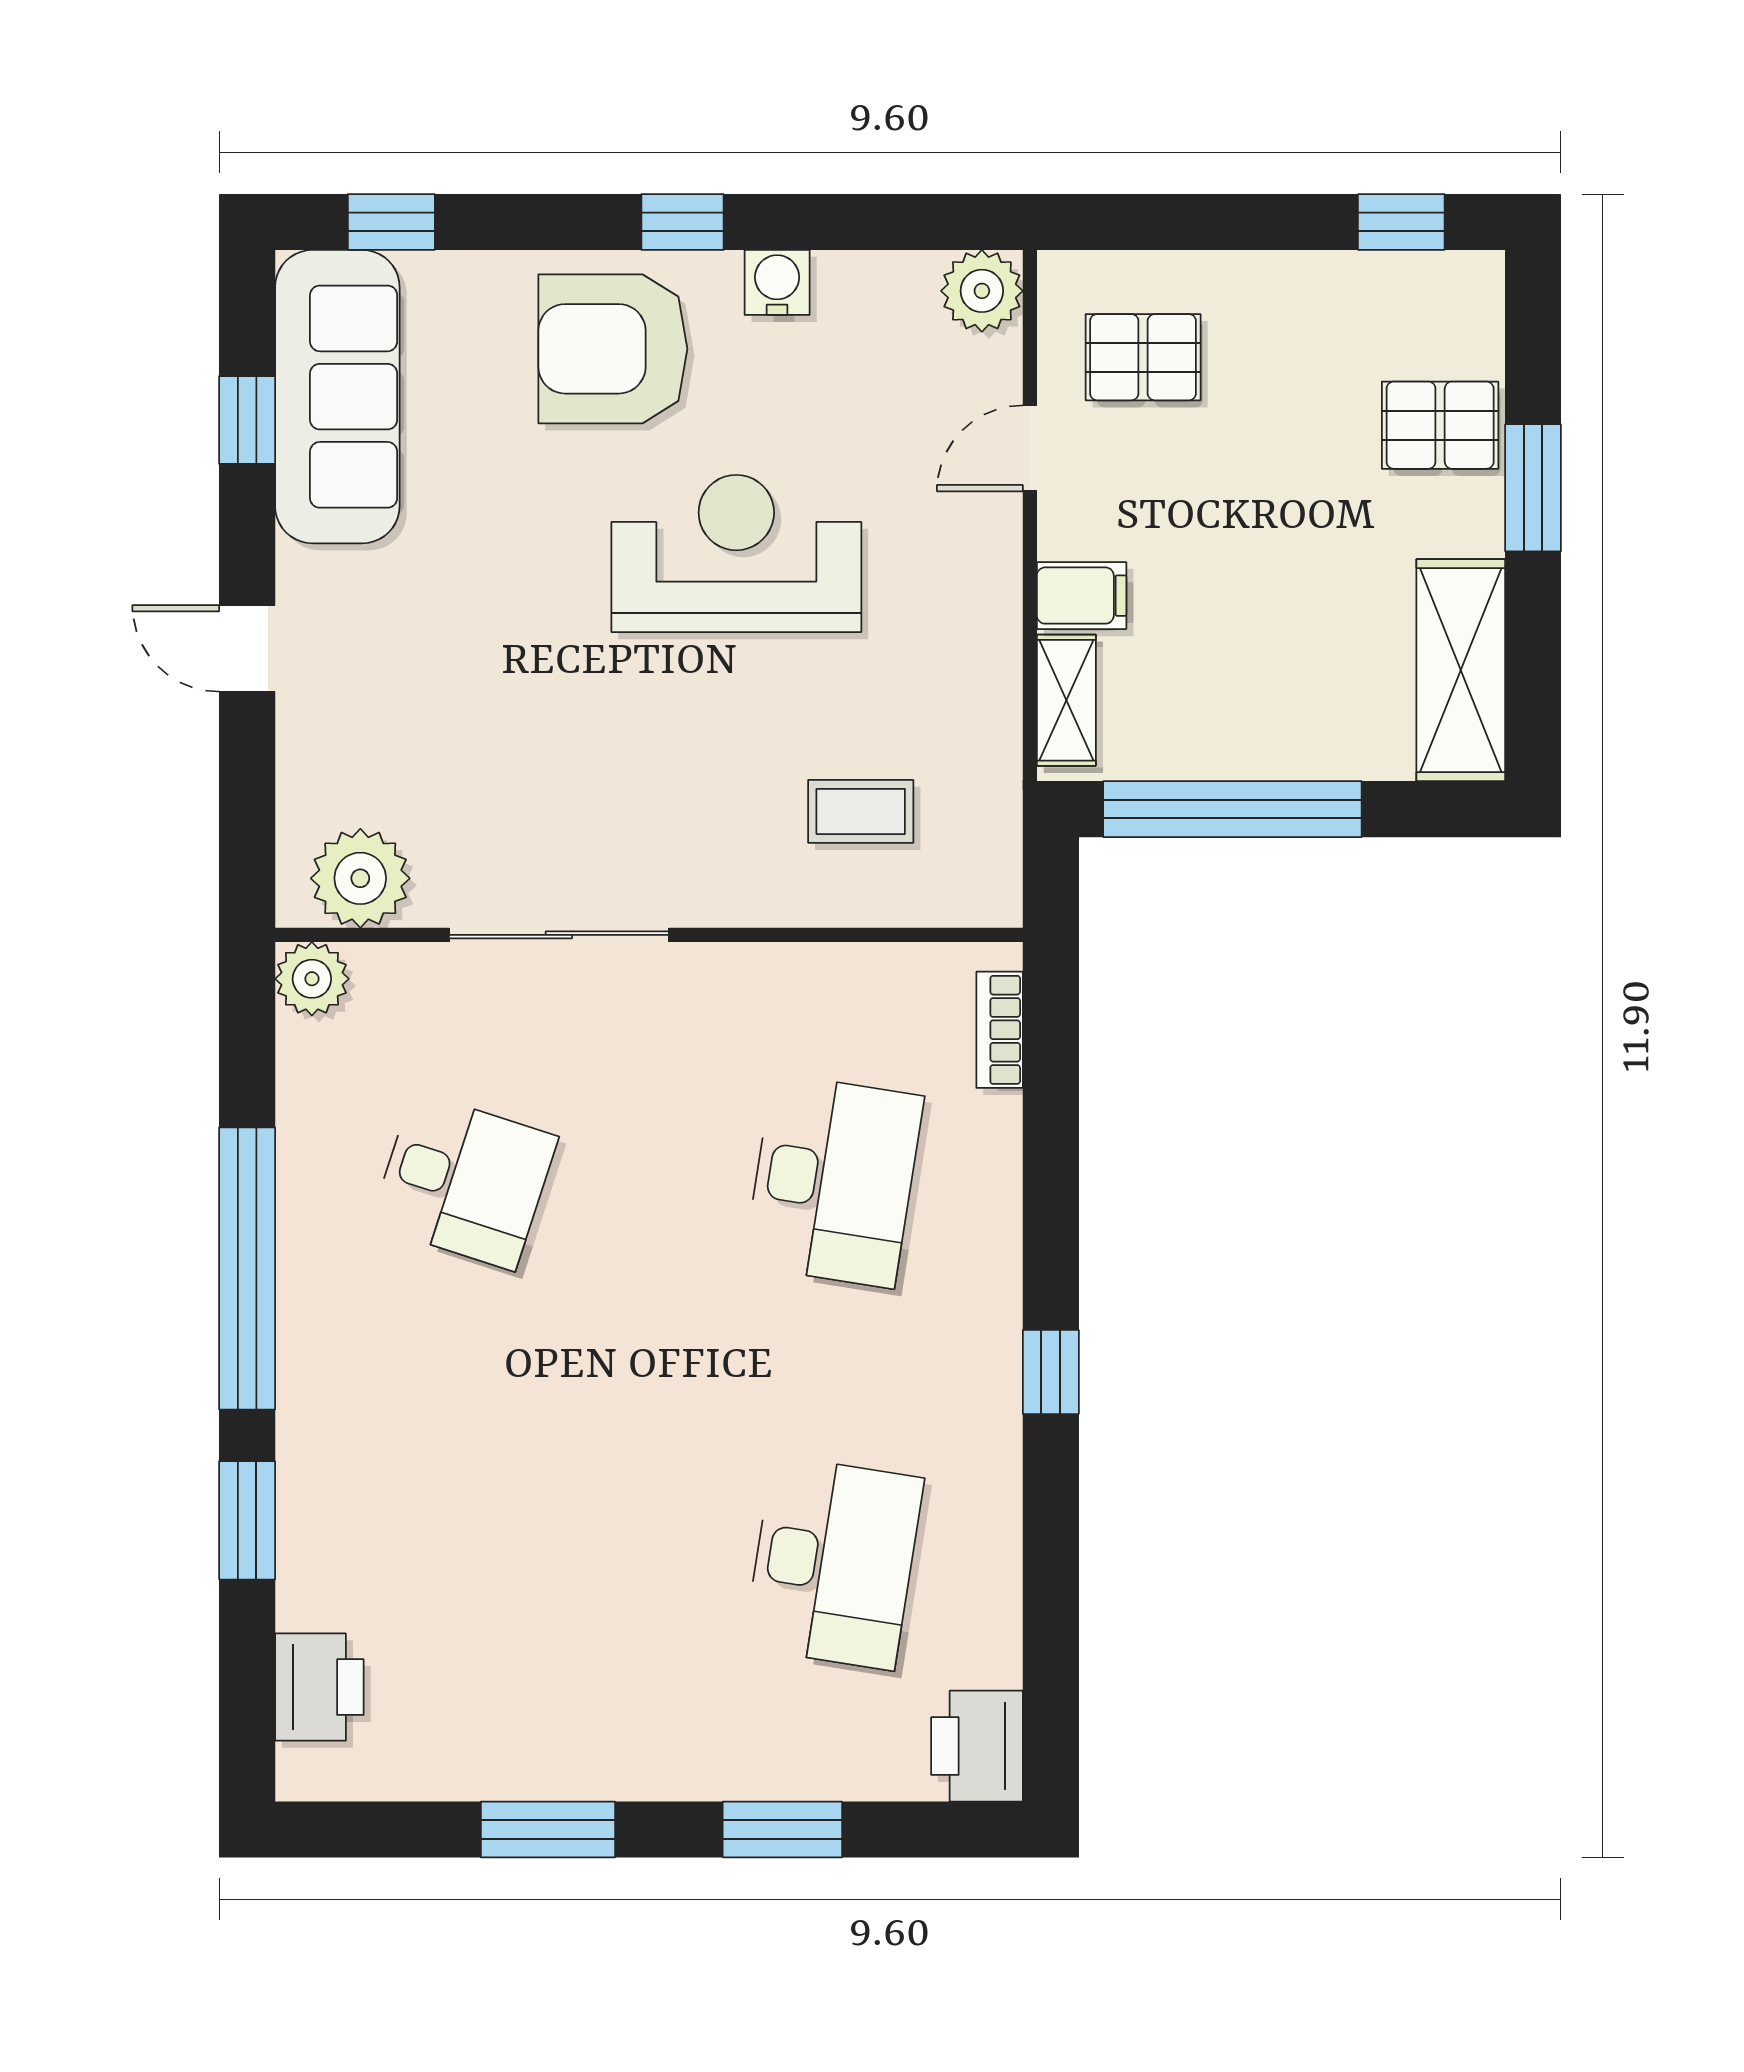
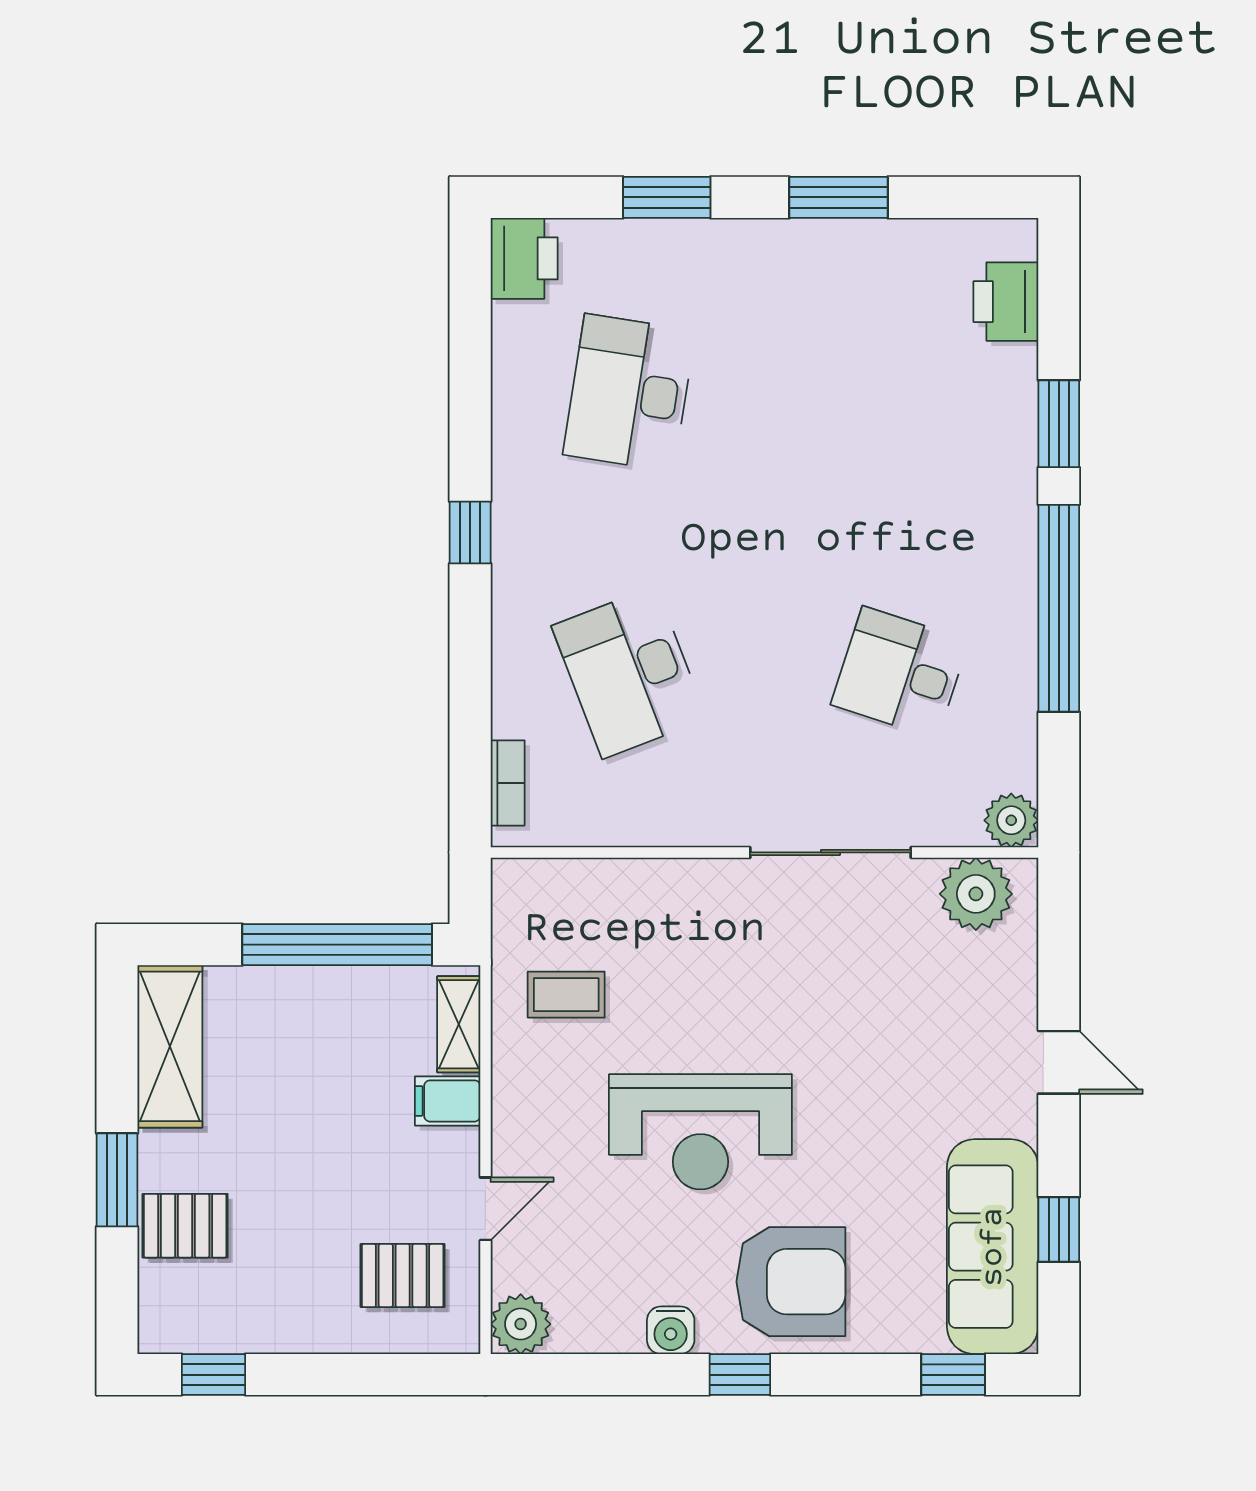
coffee table: (861, 811) -> (566, 995), moved
desk: (834, 1181) -> (629, 672), turned -30

